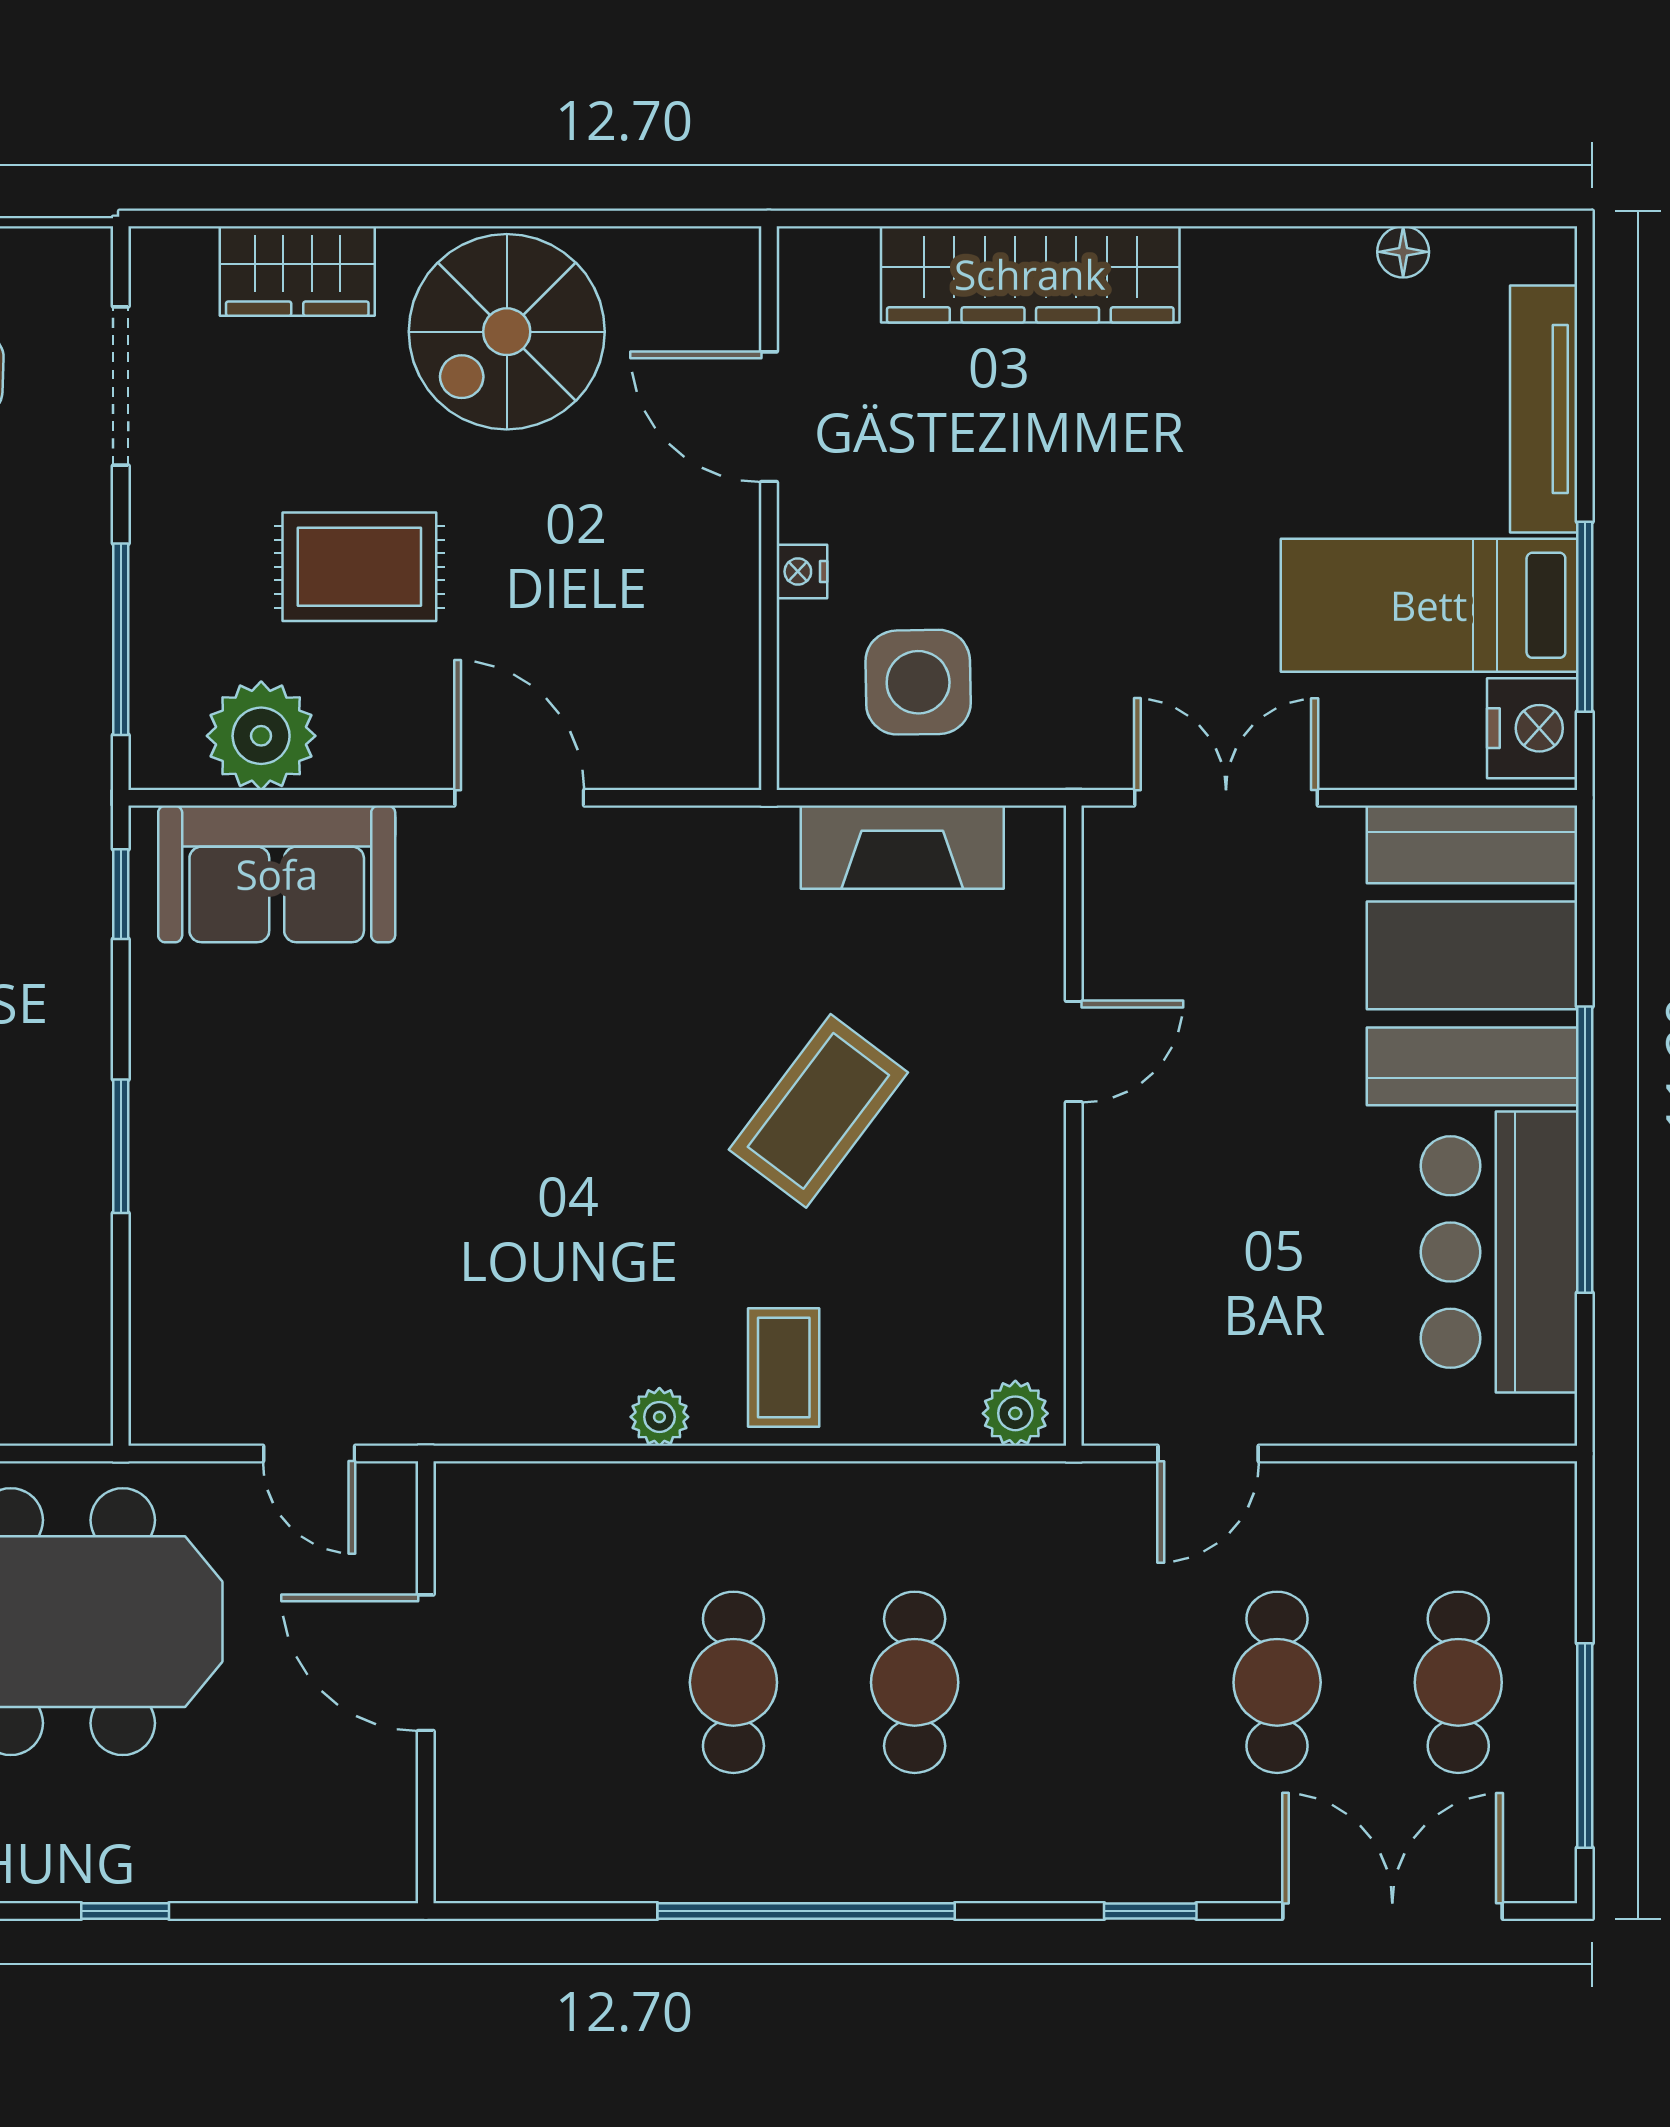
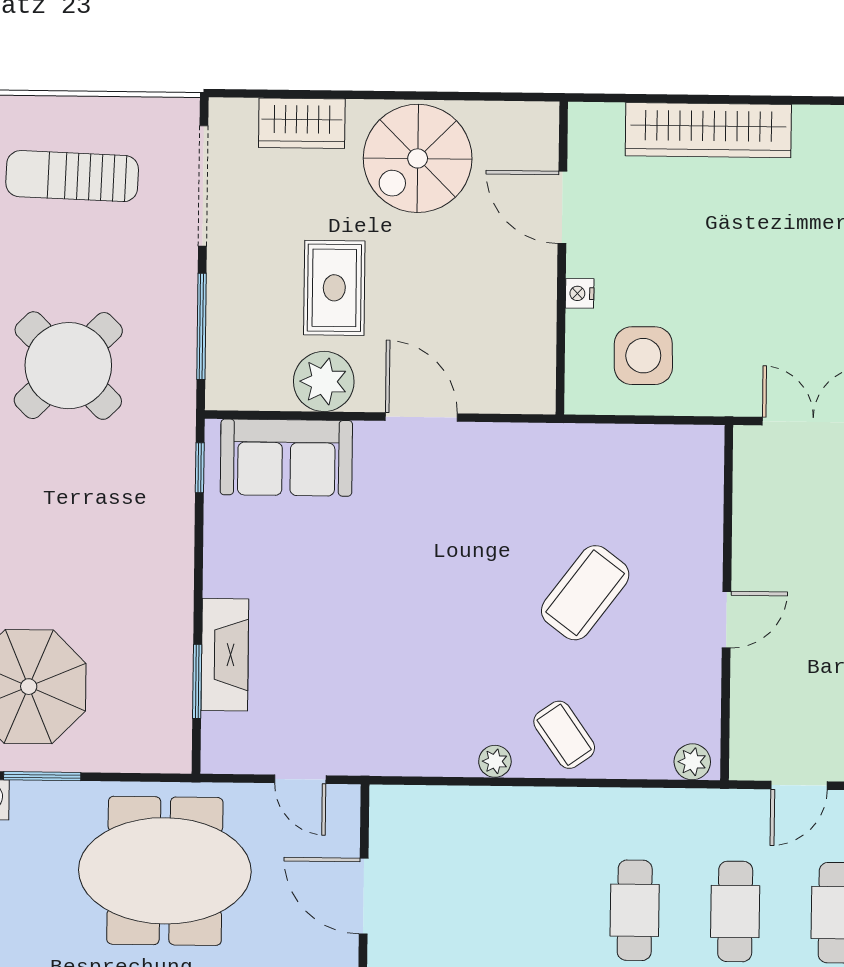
doorway: (121, 386) -> (203, 186), width x1.36
rug: (359, 567) -> (334, 288), turned 90
plant: (261, 736) -> (324, 381), moved
fireplace: (902, 847) -> (225, 655), moved, turned -90
door: (1074, 1051) -> (727, 620), moved
window: (121, 1146) -> (197, 681), moved
coffee table: (784, 1367) -> (564, 735), turned -35
cafe table: (733, 1682) -> (735, 911), moved

